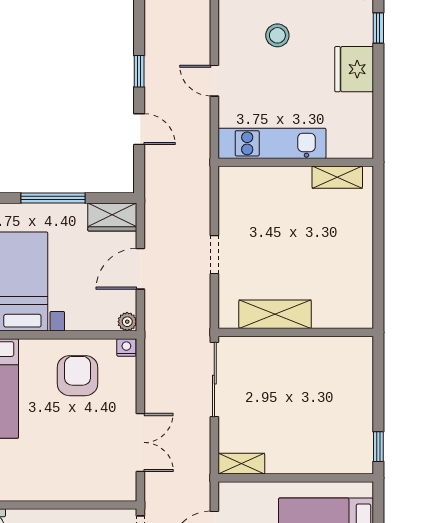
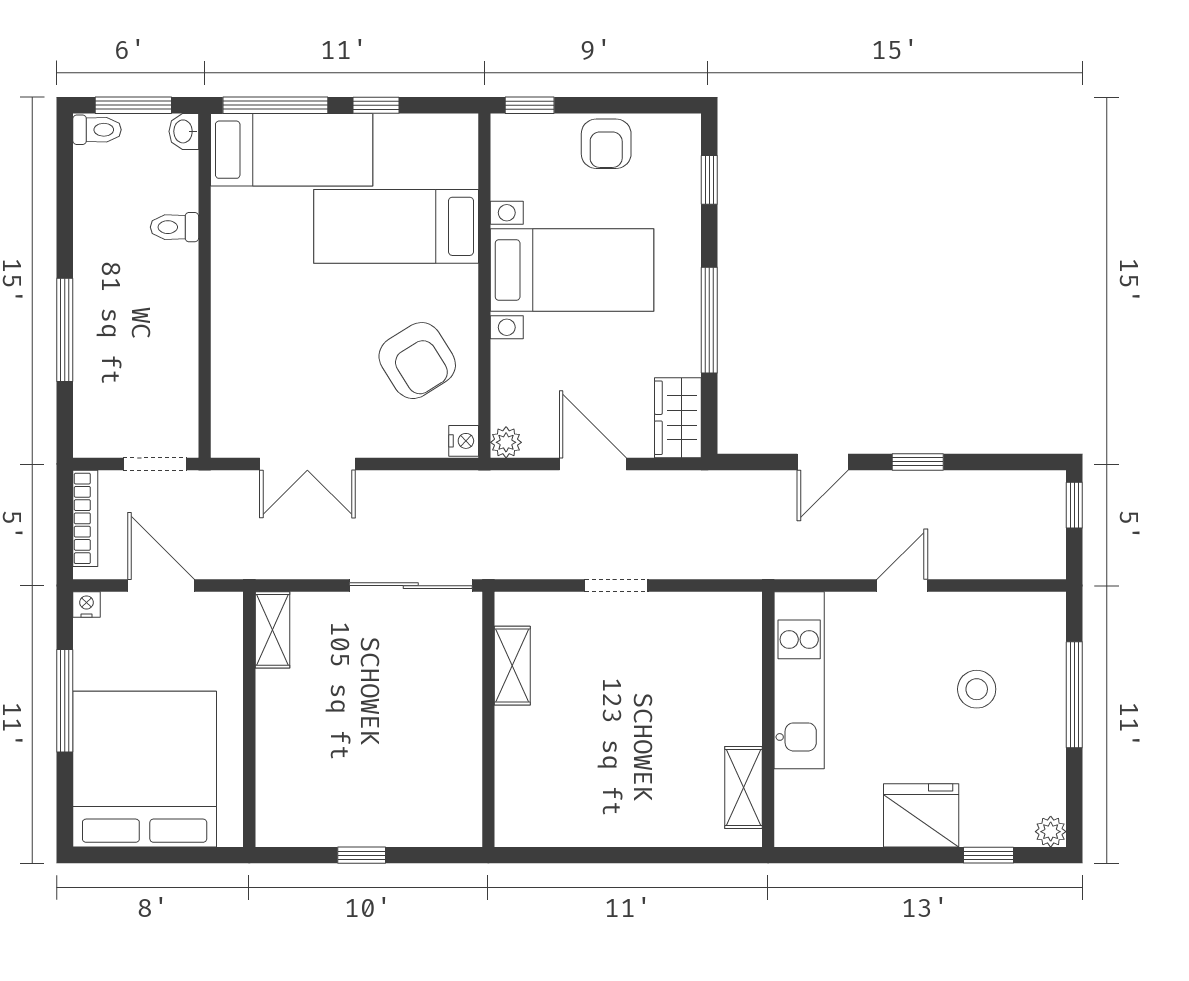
shelving: (275, 314) -> (512, 666), width x0.67, depth x0.75
armchair: (77, 376) -> (417, 361), turned 58
window: (378, 447) -> (362, 855), moved

